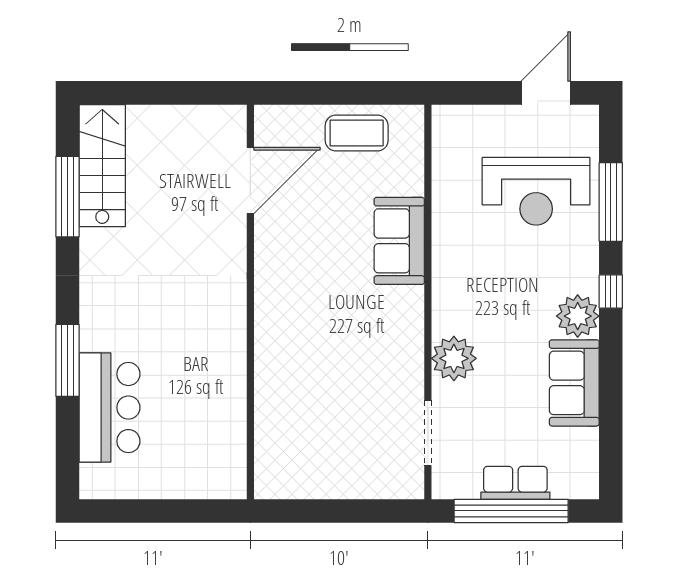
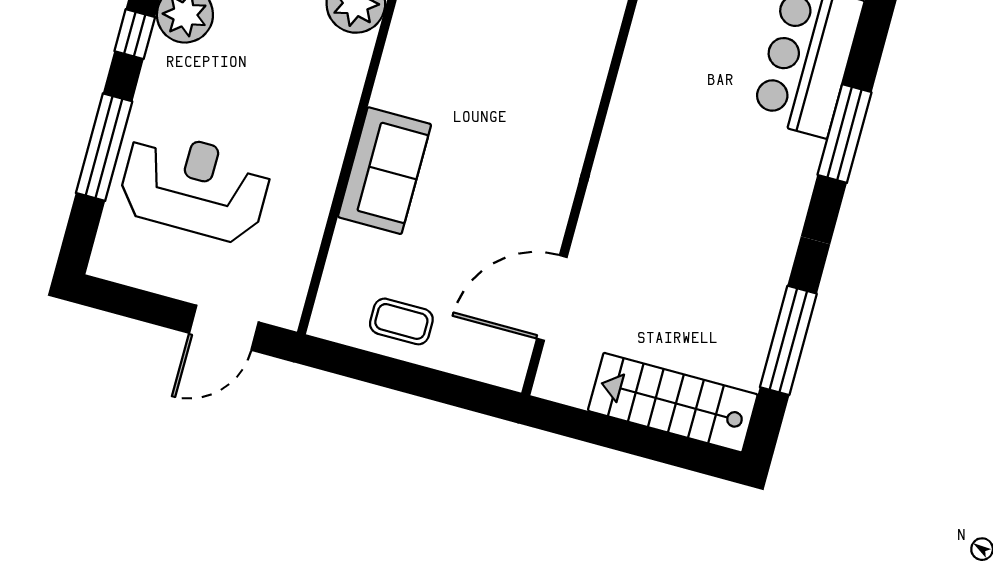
door: (546, 93) -> (224, 328), moved
coffee table: (357, 133) -> (401, 321), width x0.73, depth x0.77
stairs: (102, 166) -> (673, 403), moved, turned 90

